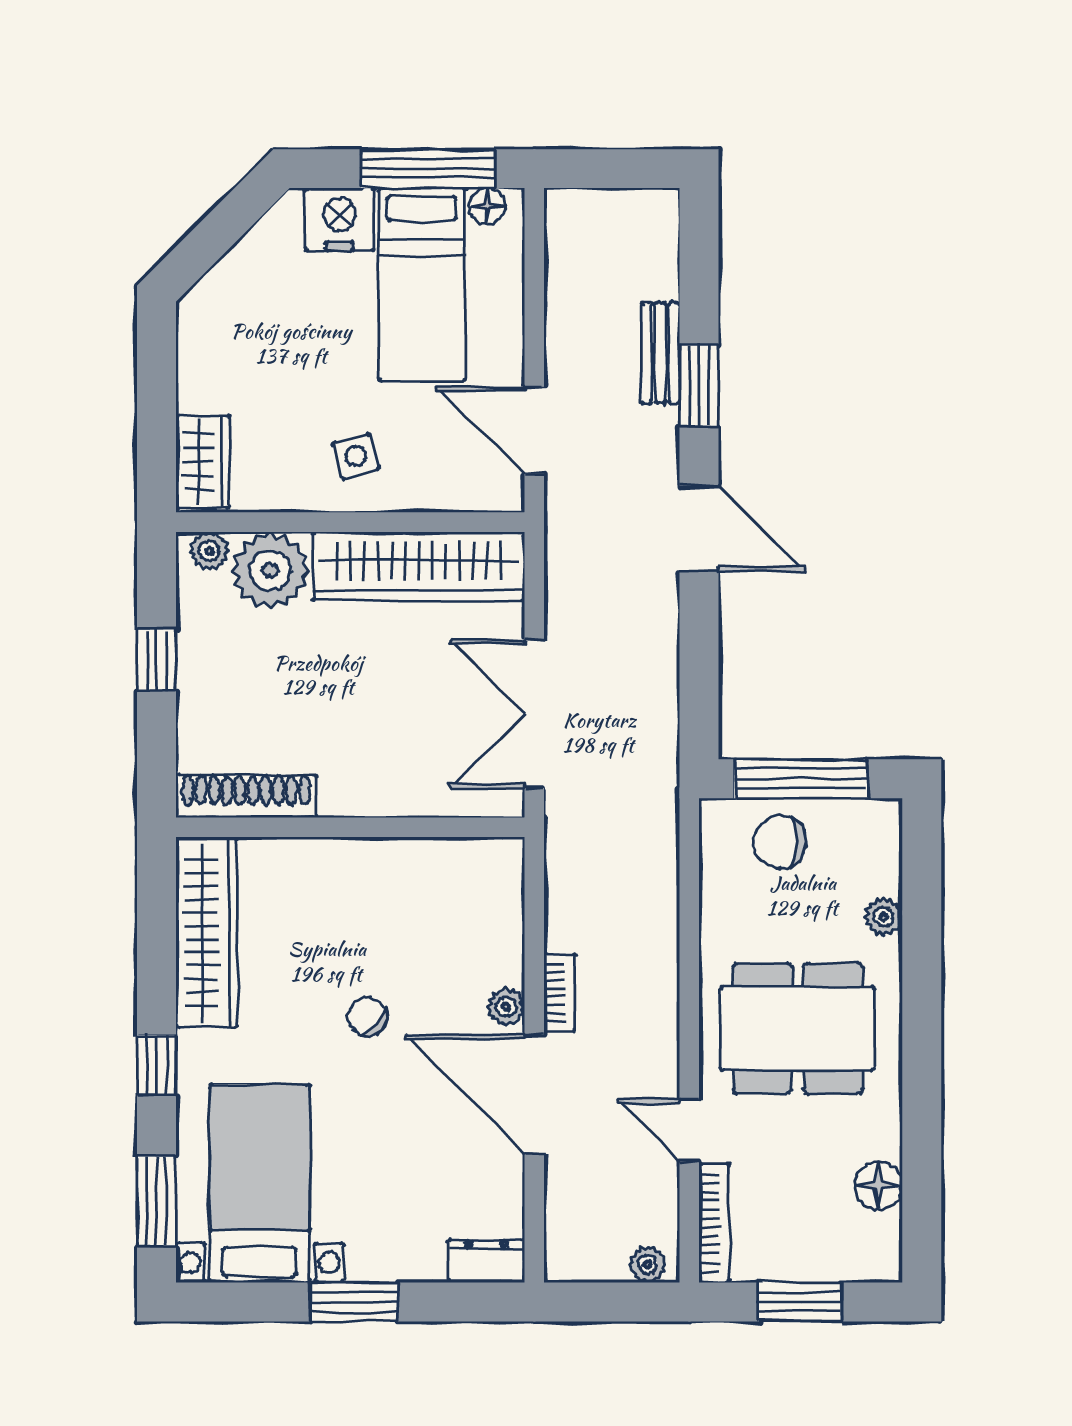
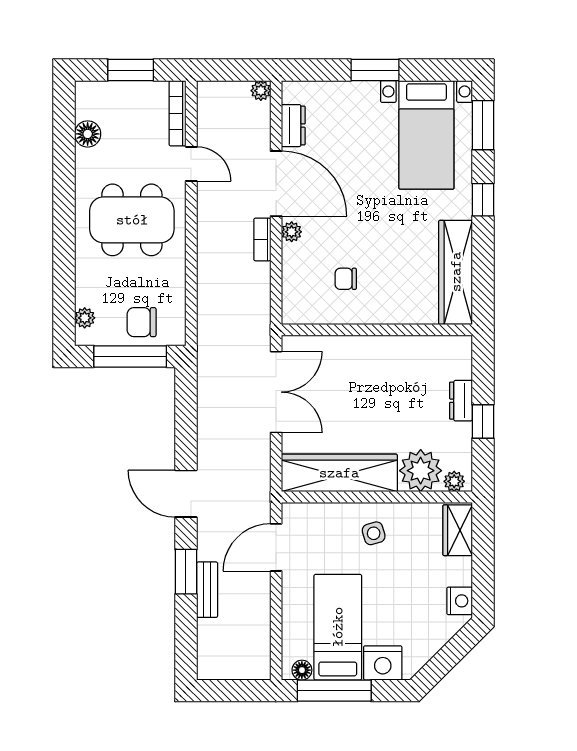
nightstand: (199, 333) -> (460, 601), added
door: (534, 430) -> (276, 547), swing flipped
dresser: (197, 698) -> (461, 401), added
shoe rack: (246, 796) -> (434, 347), removed
chair: (780, 842) -> (142, 322), turned 180
plant: (884, 917) -> (85, 318), moved
chair: (368, 1016) -> (346, 279), moved, turned 139
dresser: (486, 1261) -> (293, 126), moved, turned -90
plant: (648, 1264) -> (261, 91), moved

